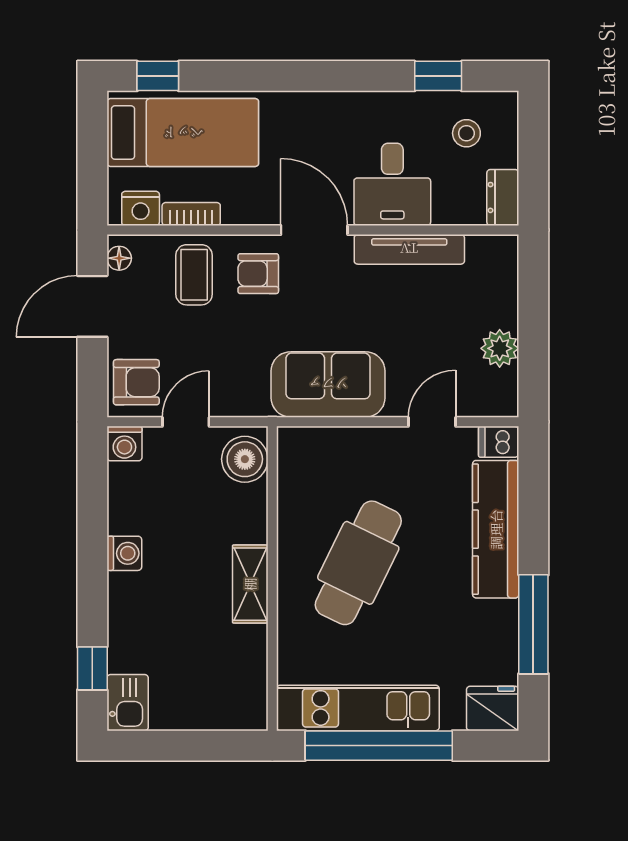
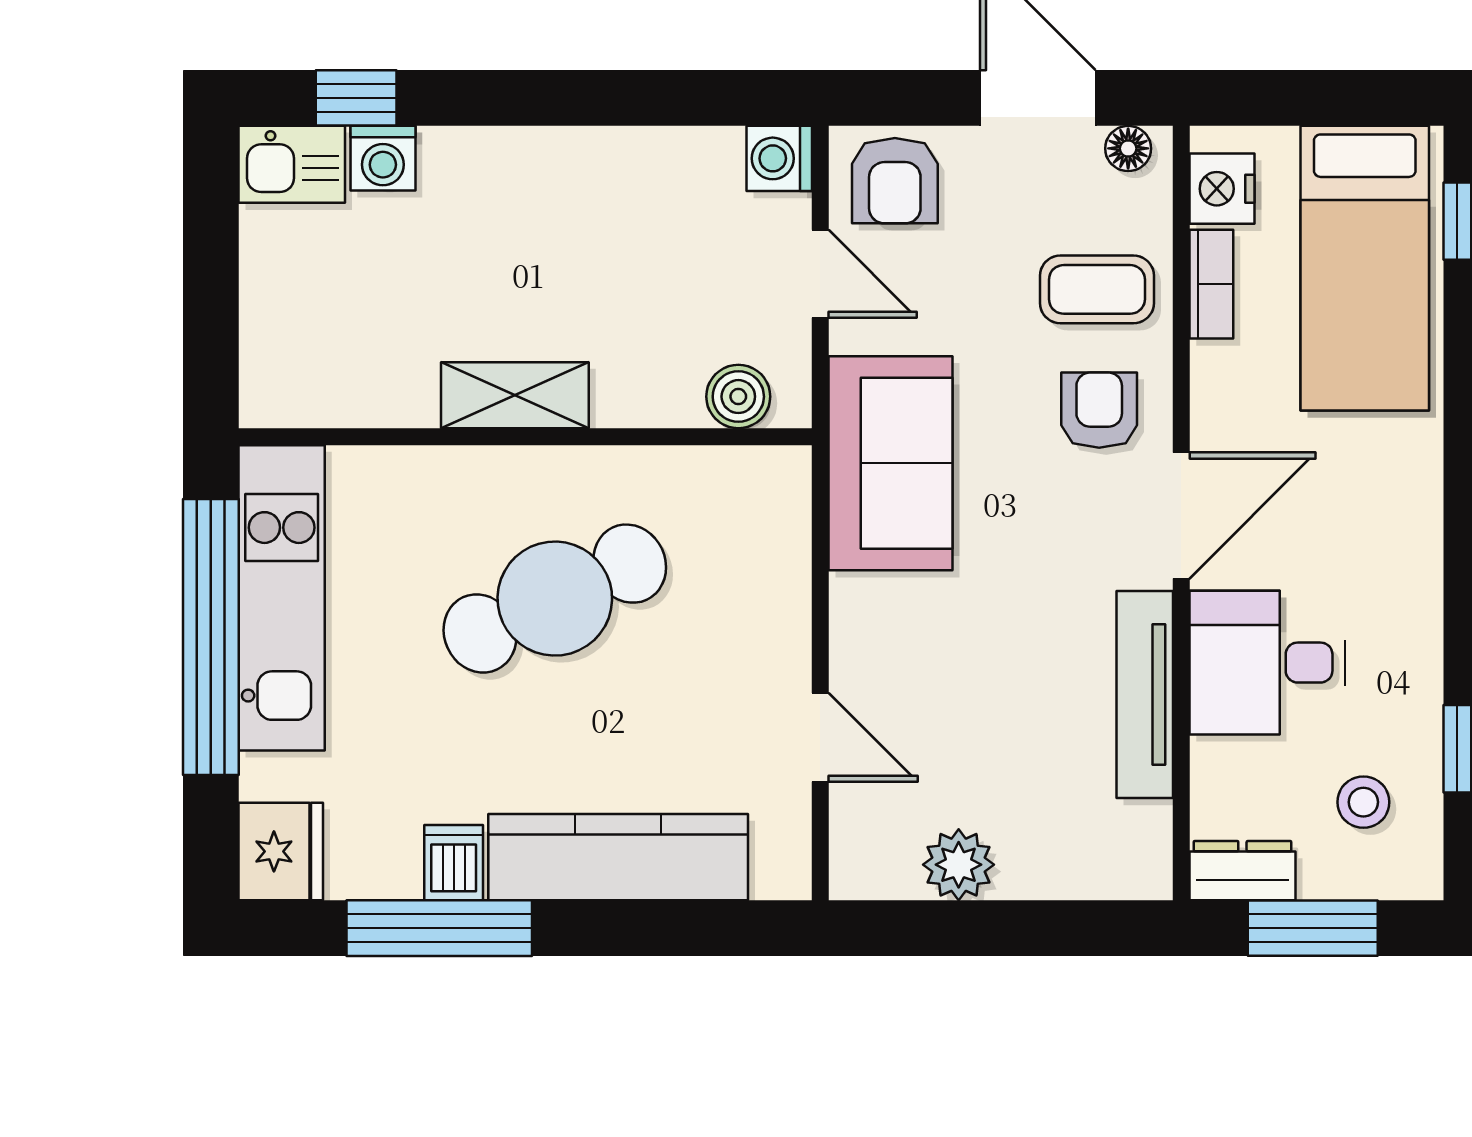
window: (533, 160) -> (1313, 928), added
sofa: (328, 384) -> (891, 463), moved
dishwasher: (499, 442) -> (454, 863), moved
boiler: (245, 459) -> (738, 397), width x0.73, depth x0.73
washing machine: (124, 553) -> (383, 158), moved
cafe table: (358, 563) -> (555, 599), turned -51

